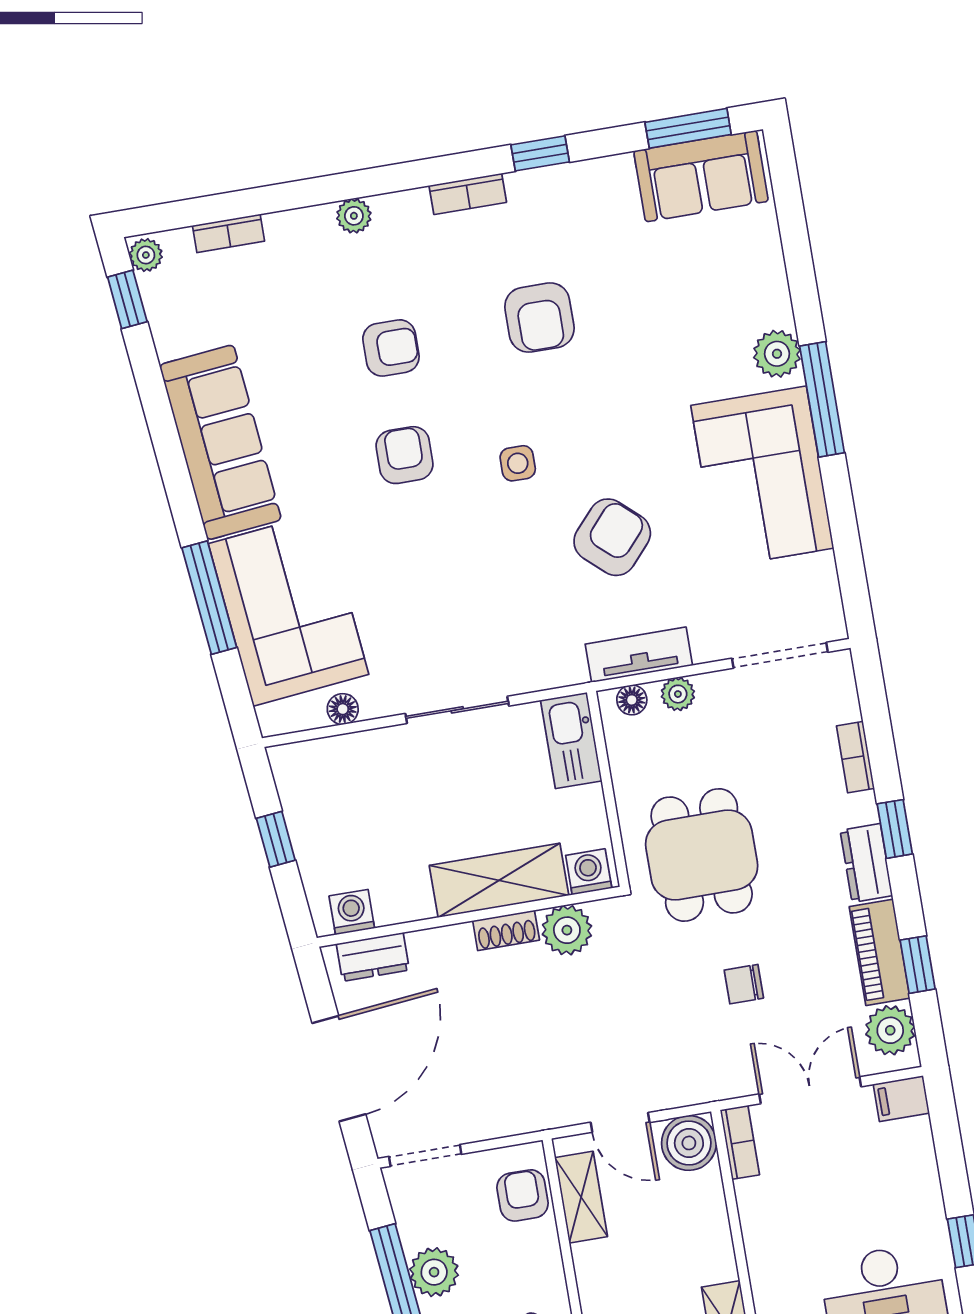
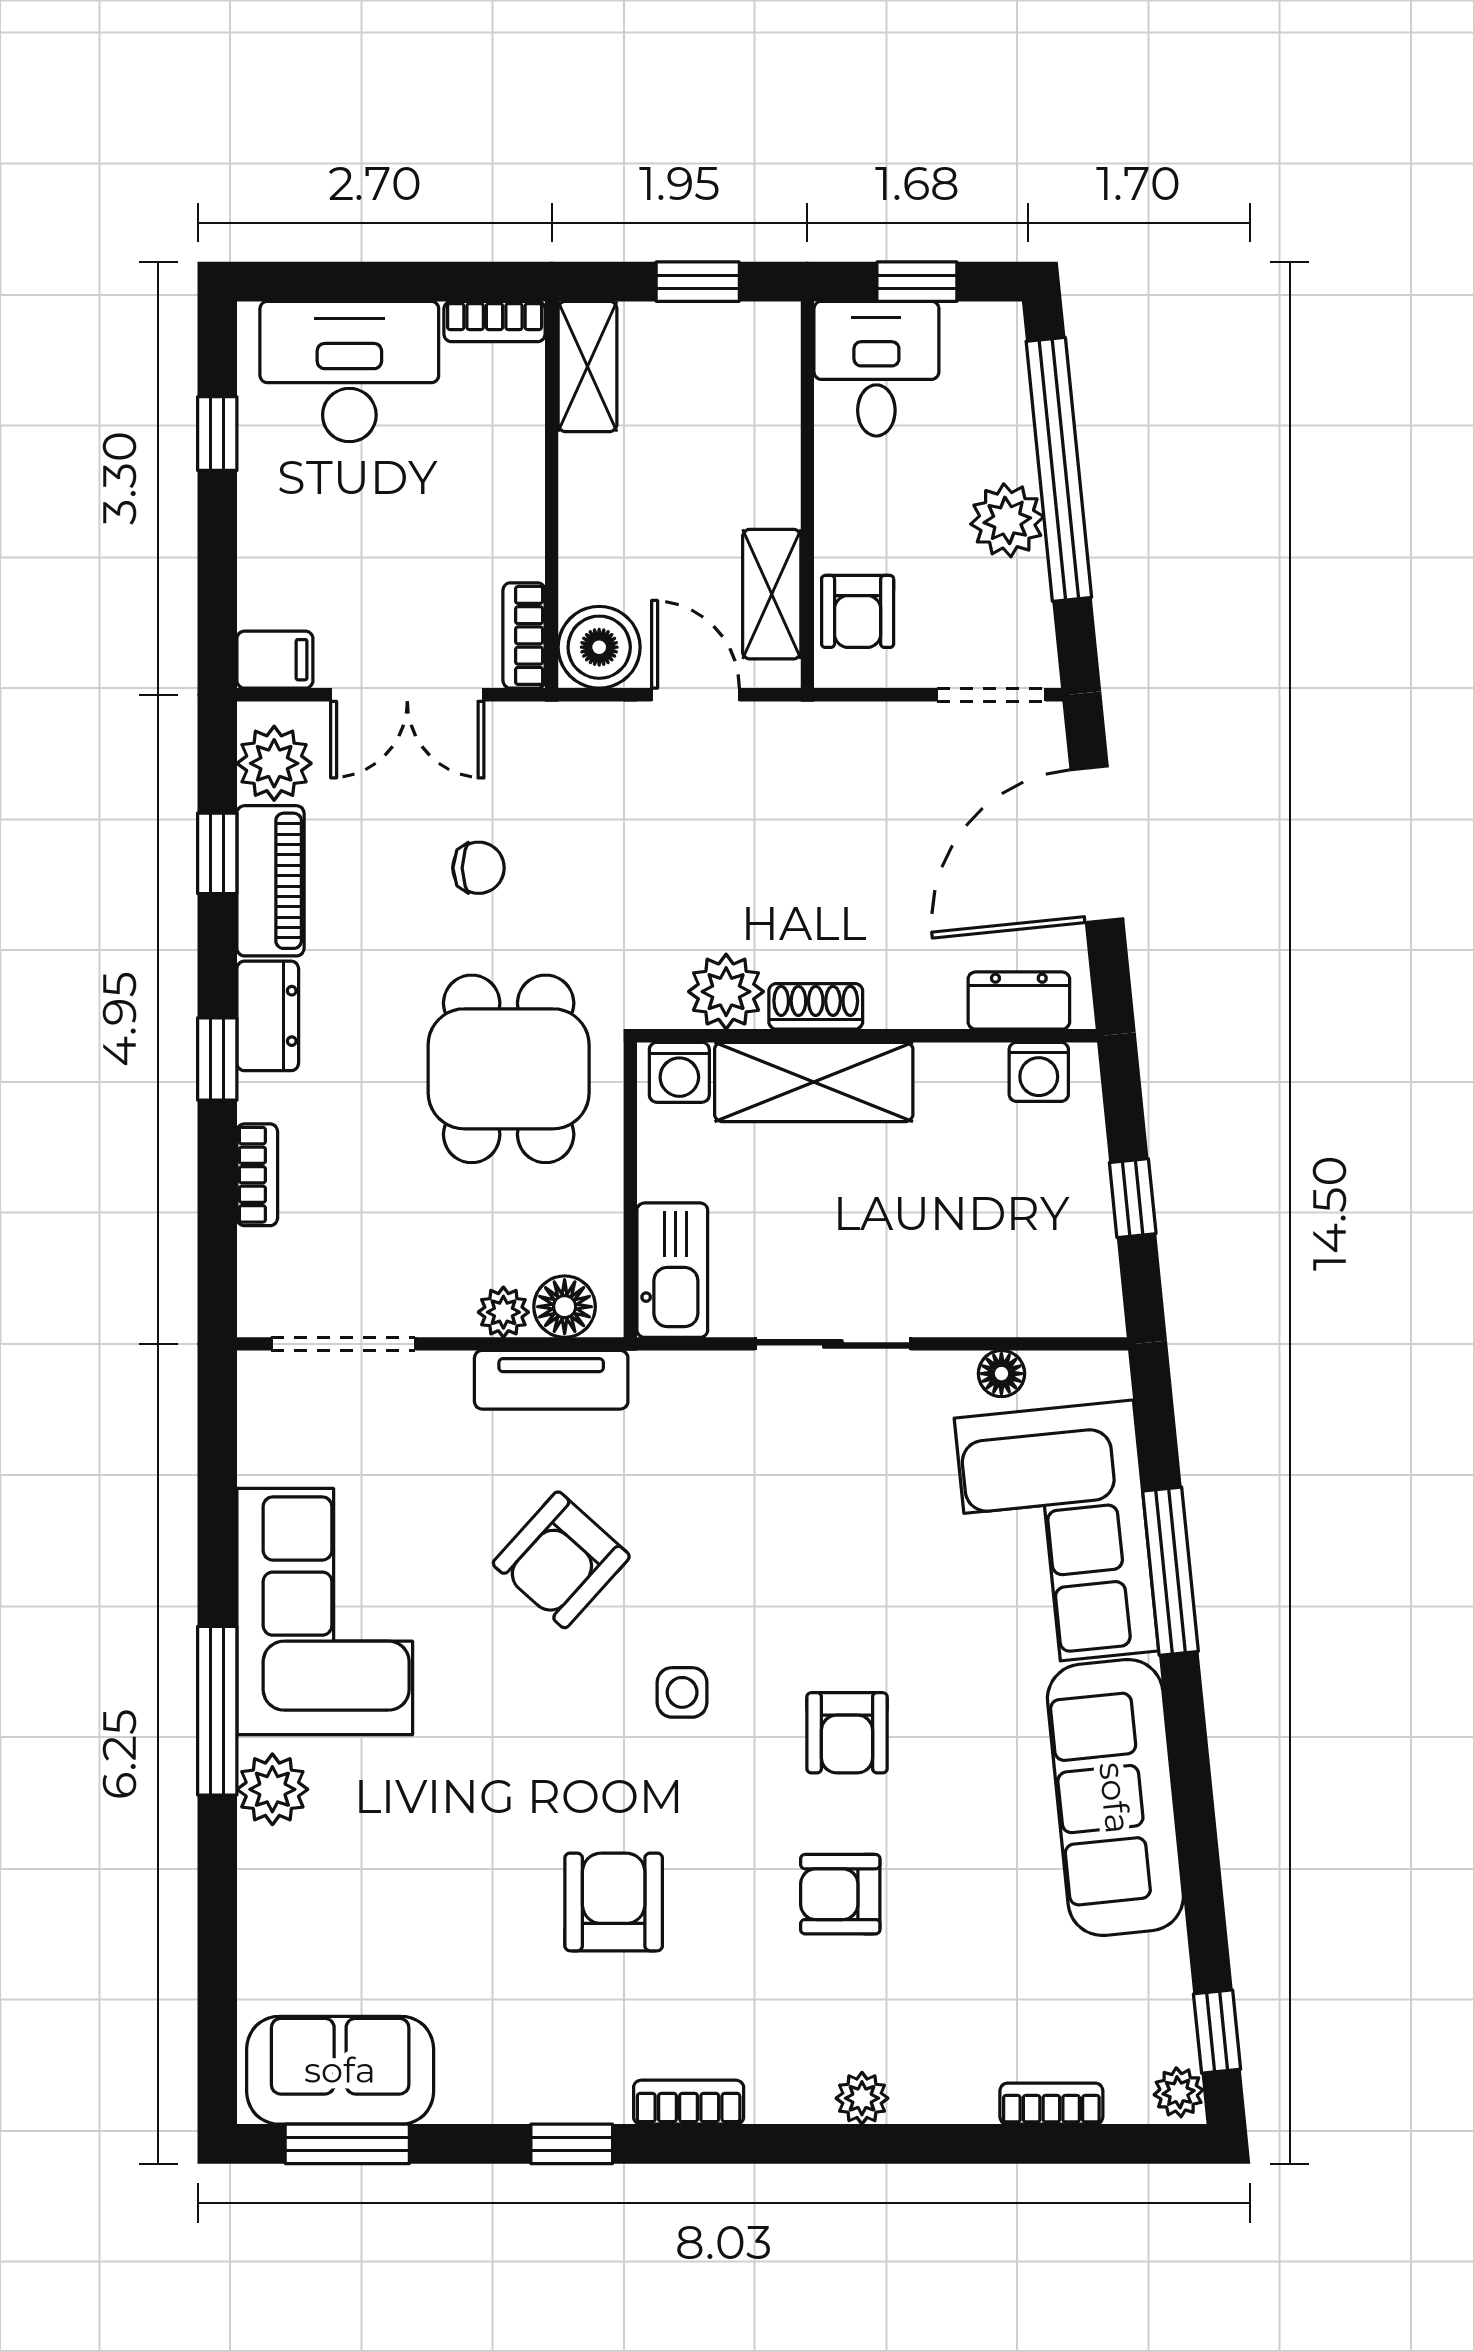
floor lamp: (632, 700) -> (565, 1307), width x1.37, depth x1.37

